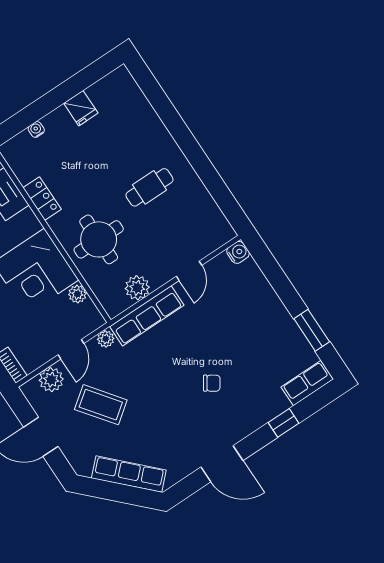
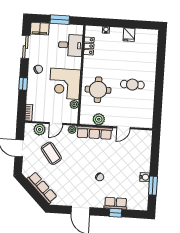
locker: (42, 199) -> (89, 46), moved
water cooler: (238, 252) -> (145, 177), moved
row of seats: (307, 383) -> (116, 203), moved

